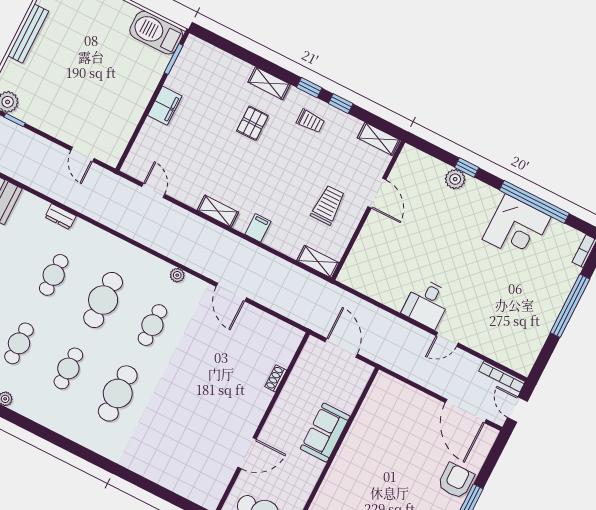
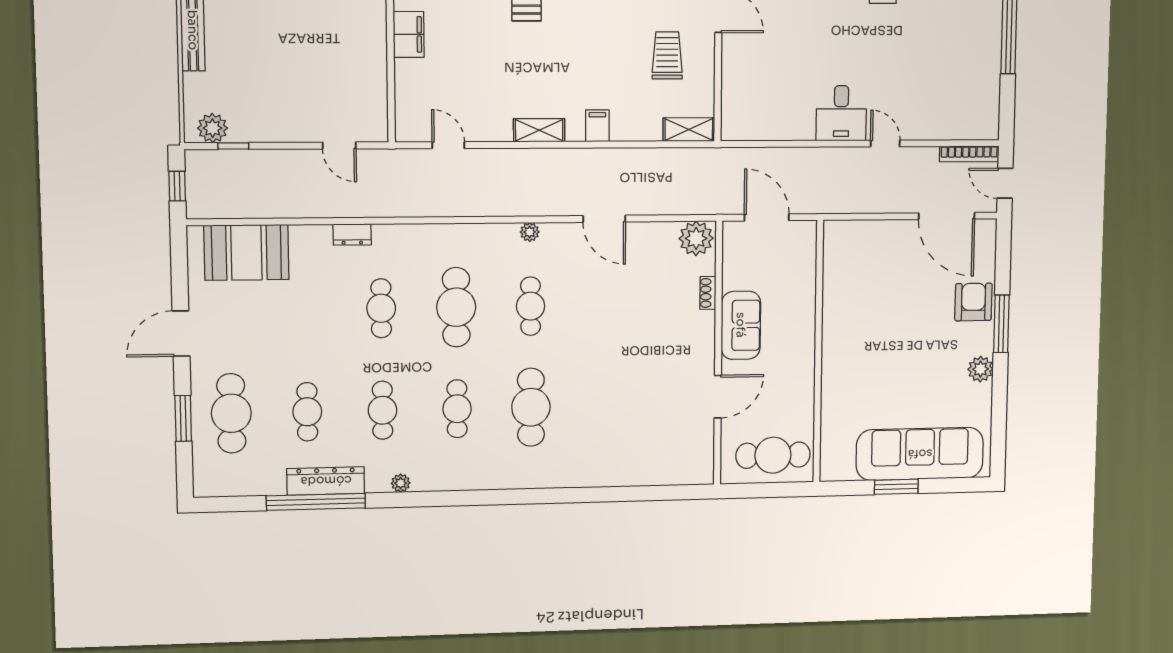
plant: (286, 337) -> (696, 238), added
door: (447, 339) -> (885, 143), swing flipped
sofa: (325, 432) -> (741, 325), moved, turned 180

